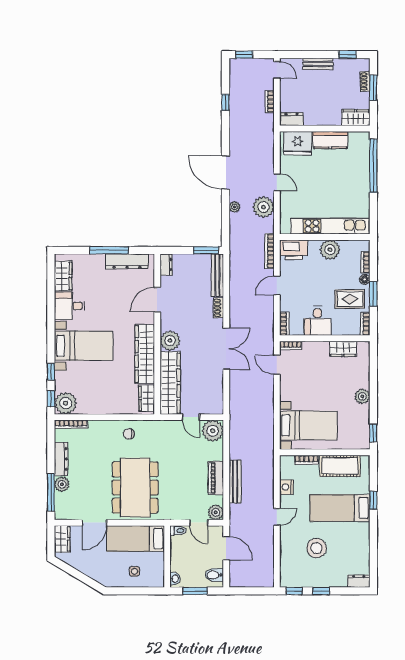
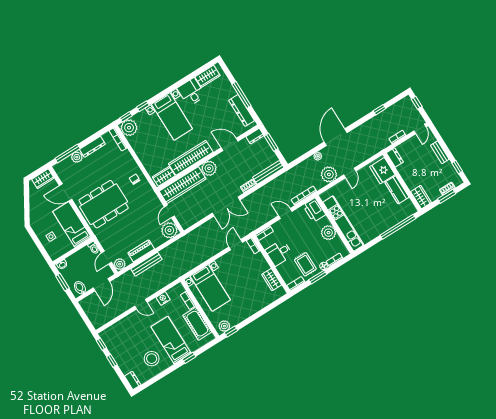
window: (206, 250) -> (271, 142), moved
plant: (362, 396) -> (224, 326), moved
stool: (317, 548) -> (152, 359), moved

